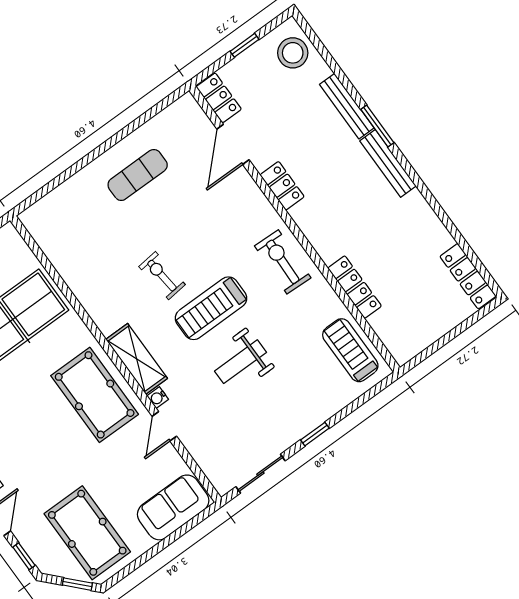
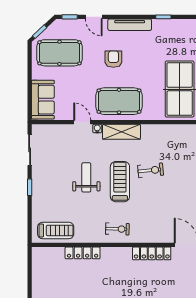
locker: (282, 186) -> (152, 253), width x1.53
exercise bike: (283, 262) -> (117, 229), width x0.73, depth x0.72
armchair: (39, 448) -> (113, 59), added

